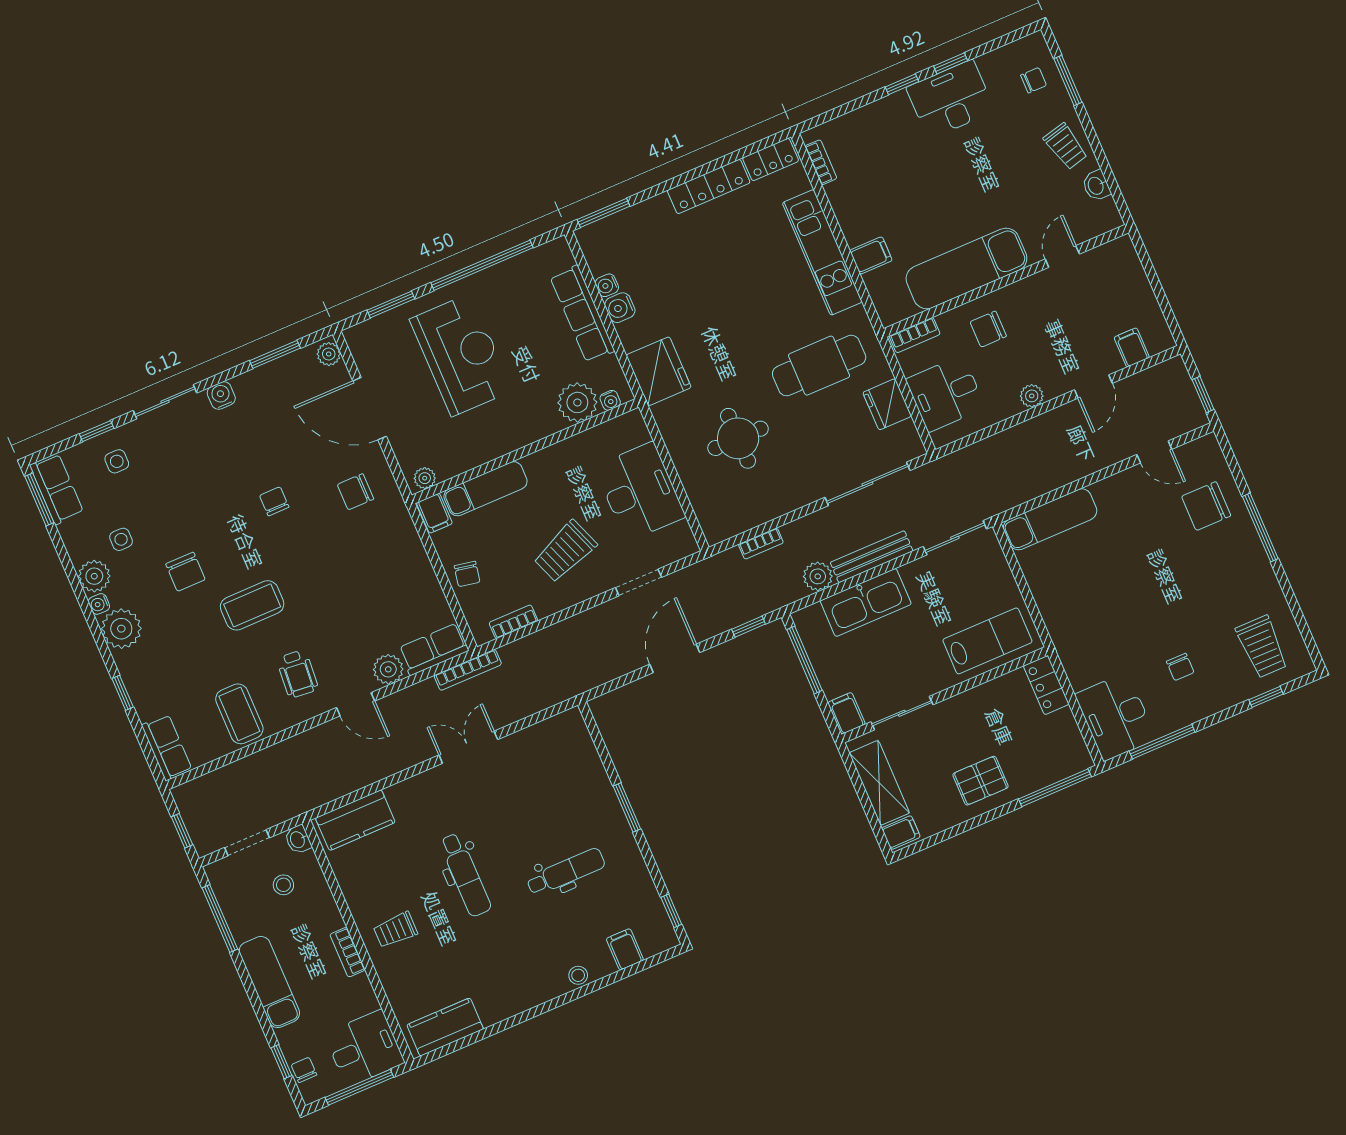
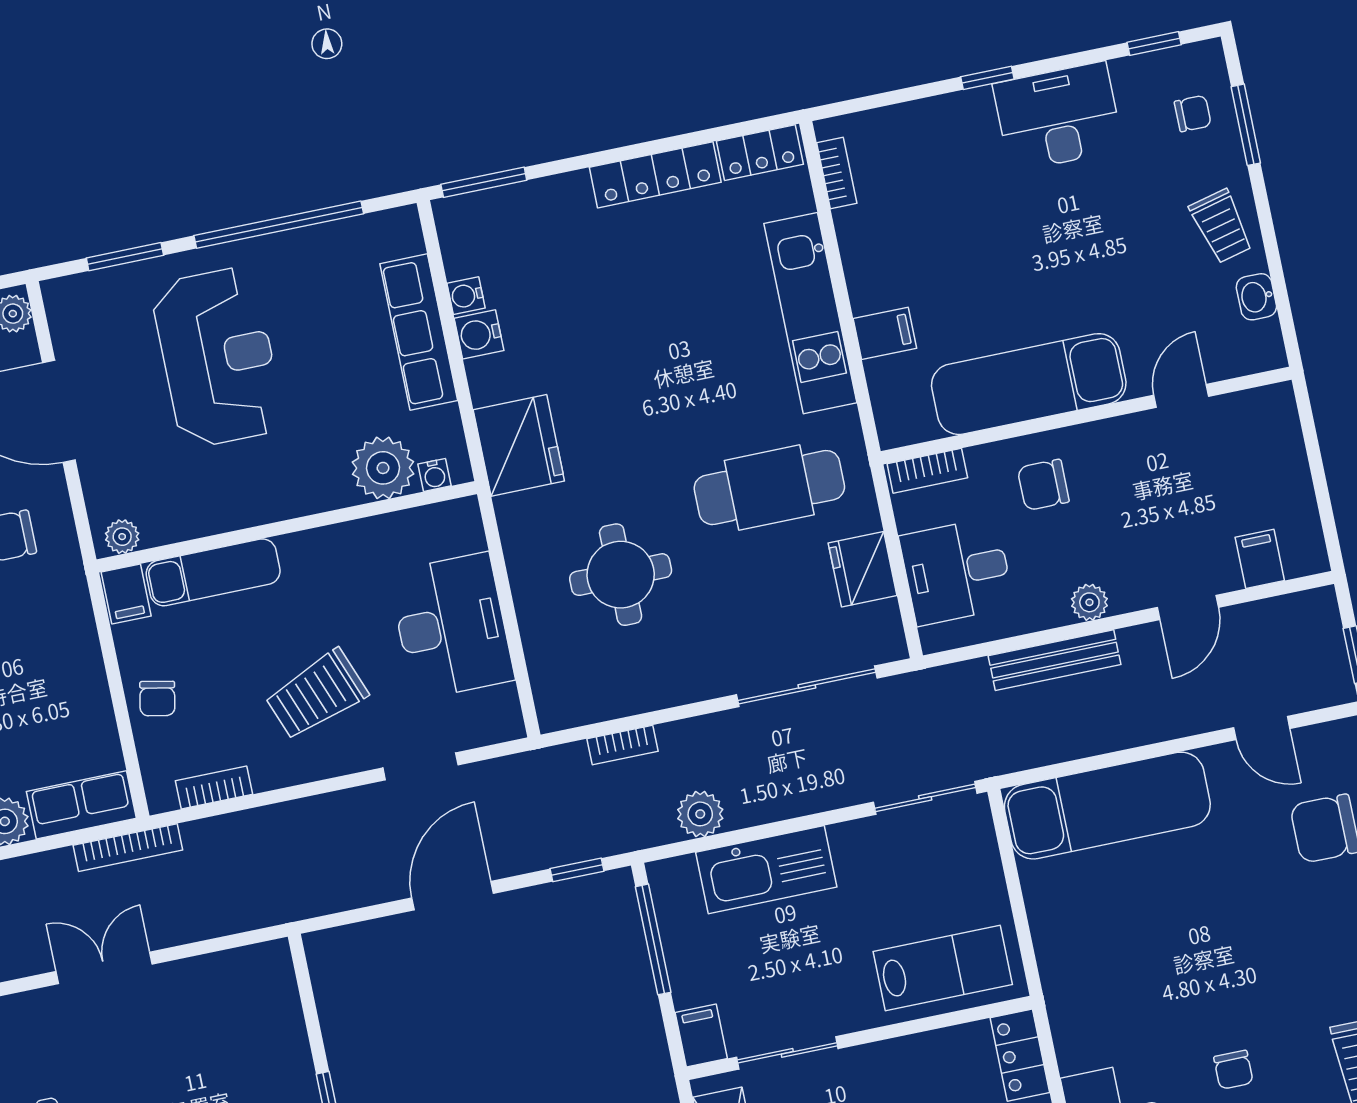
window: (951, 63) -> (1154, 43), moved
exam couch: (1050, 519) -> (1107, 806), width x1.36, depth x1.45
bench: (872, 557) -> (1054, 660), moved

